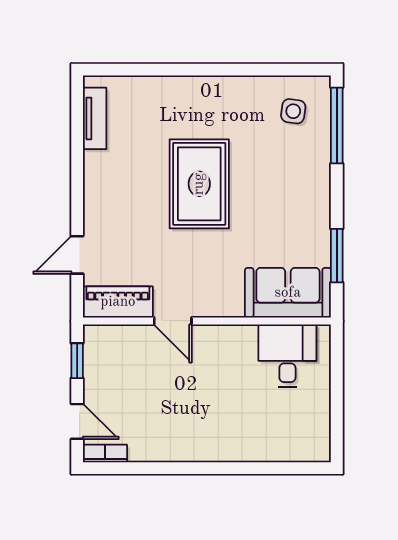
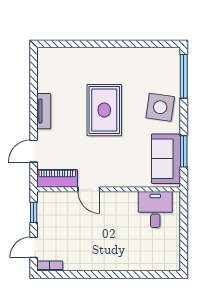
side table: (293, 111) -> (160, 107), moved, width x1.87, depth x1.87
tv unit: (95, 118) -> (44, 111), moved
sofa: (288, 293) -> (166, 159), moved, turned -90
door: (77, 421) -> (34, 247), swing flipped

